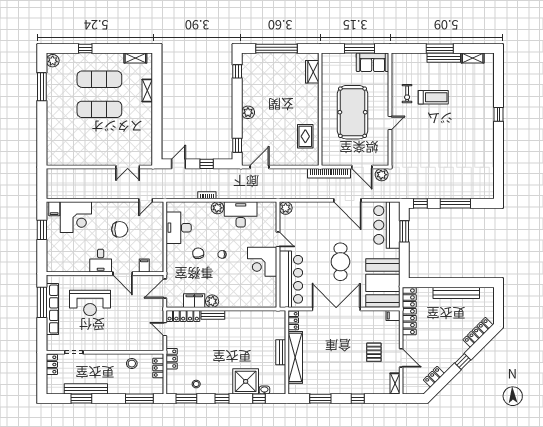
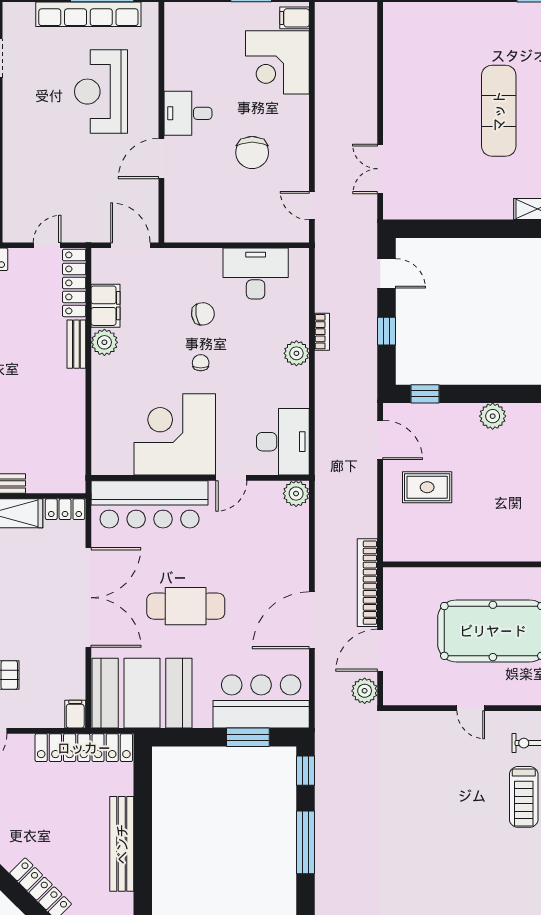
rug: (305, 136) -> (427, 487), moved
desk: (241, 214) -> (283, 442), moved
corner desk: (262, 262) -> (175, 434), width x1.36, depth x1.36
filing cabinet: (144, 266) -> (178, 203), removed

